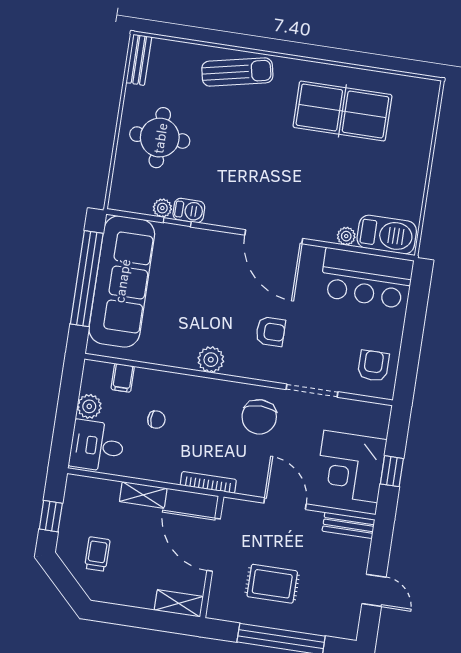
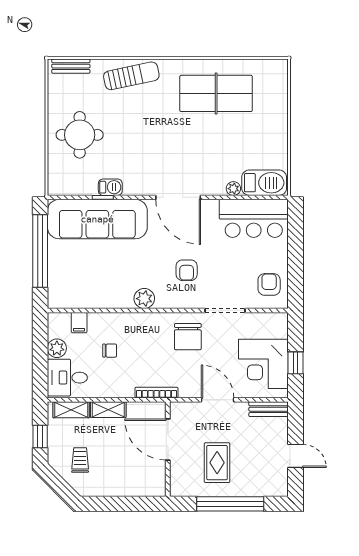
bench: (139, 60) -> (71, 66), moved, turned 90
plant: (162, 208) -> (90, 188), removed
sofa: (122, 281) -> (97, 219), moved, turned 90
armchair: (270, 332) -> (187, 270), turned 90
rug: (272, 584) -> (217, 463), turned 90
shelving: (179, 603) -> (71, 410), moved

